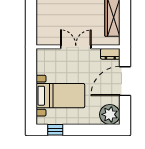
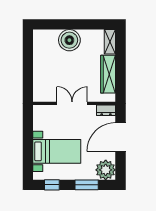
window: (91, 130) -> (87, 185), added

